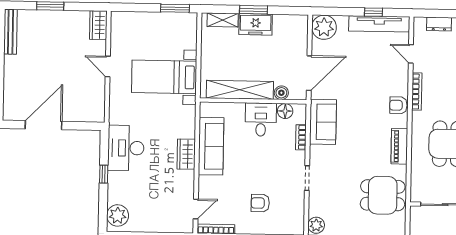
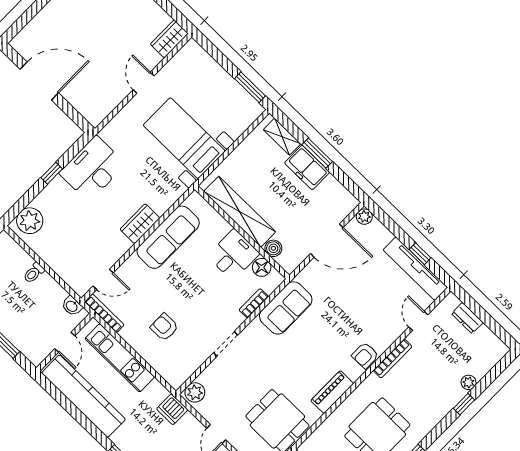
plant: (324, 27) -> (364, 217), width x0.53, depth x0.53
door: (309, 73) -> (327, 241), moved
armchair: (398, 105) -> (365, 355), turned -90

